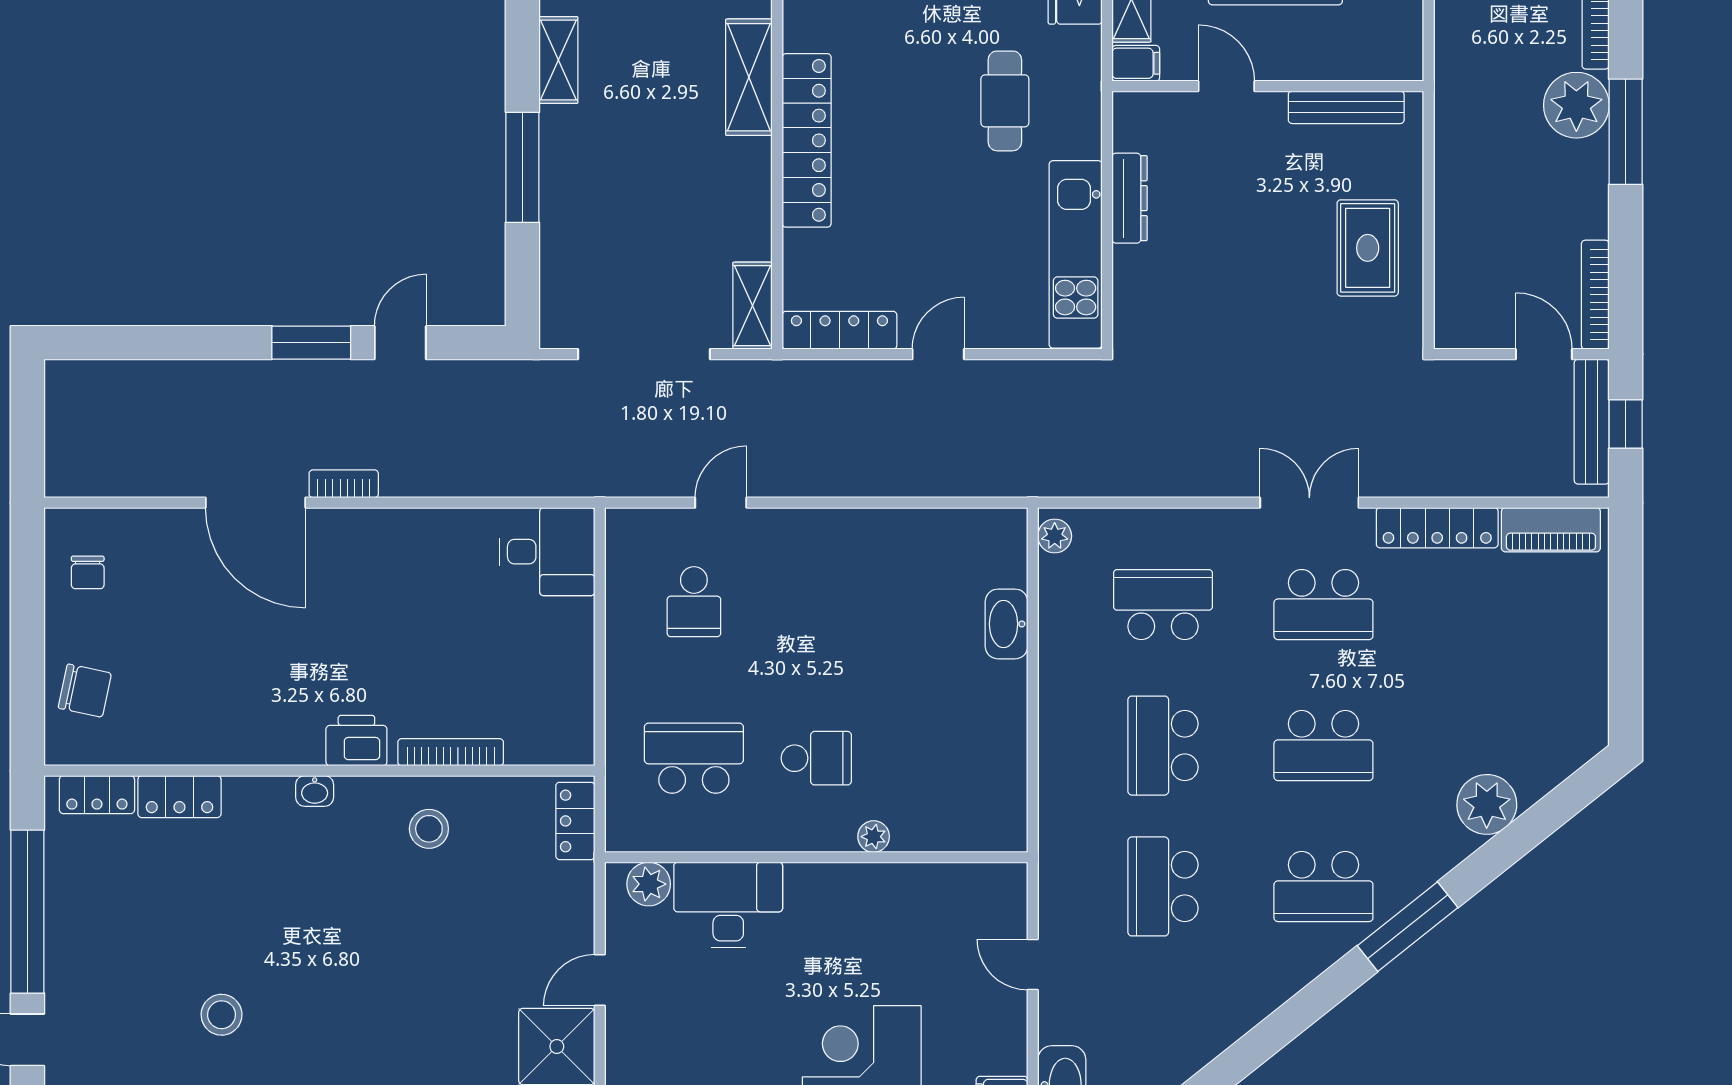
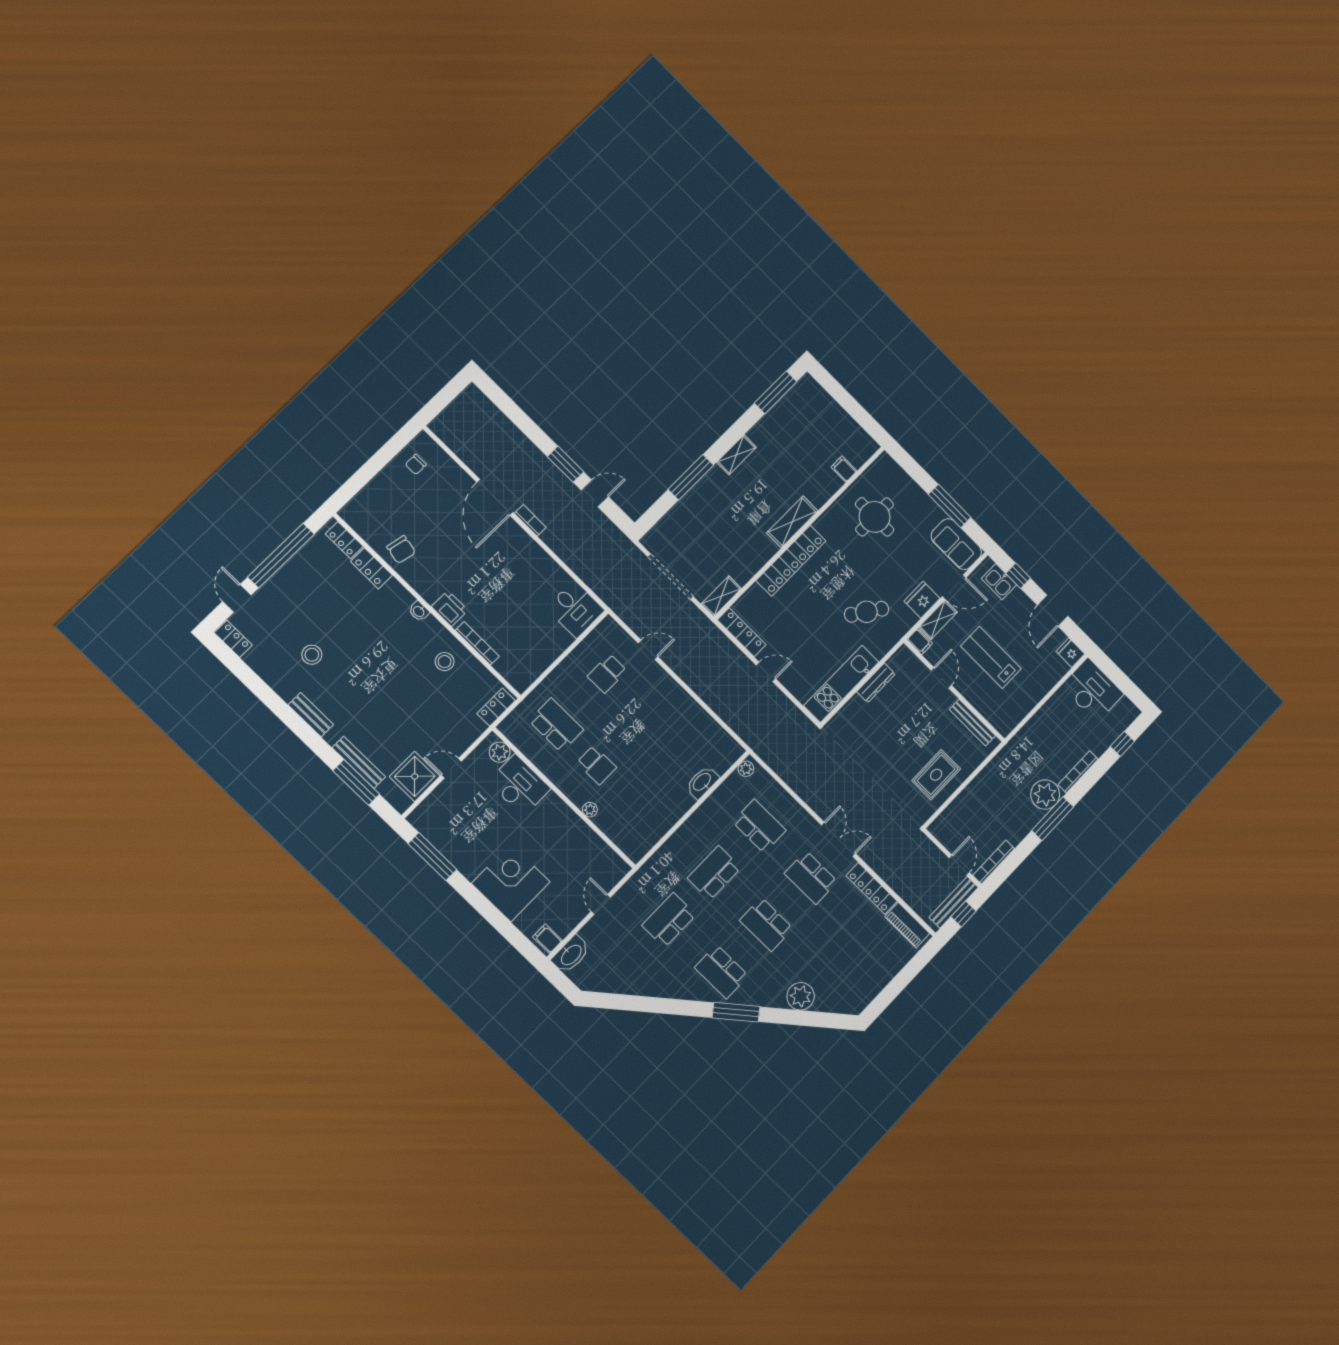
cafe table: (1005, 101) -> (867, 612), turned 34
chair: (85, 691) -> (401, 550), moved

